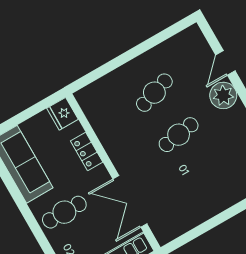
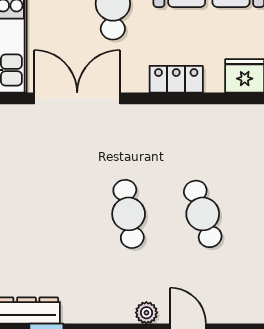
plant: (223, 95) -> (146, 313), width x0.53, depth x0.53

